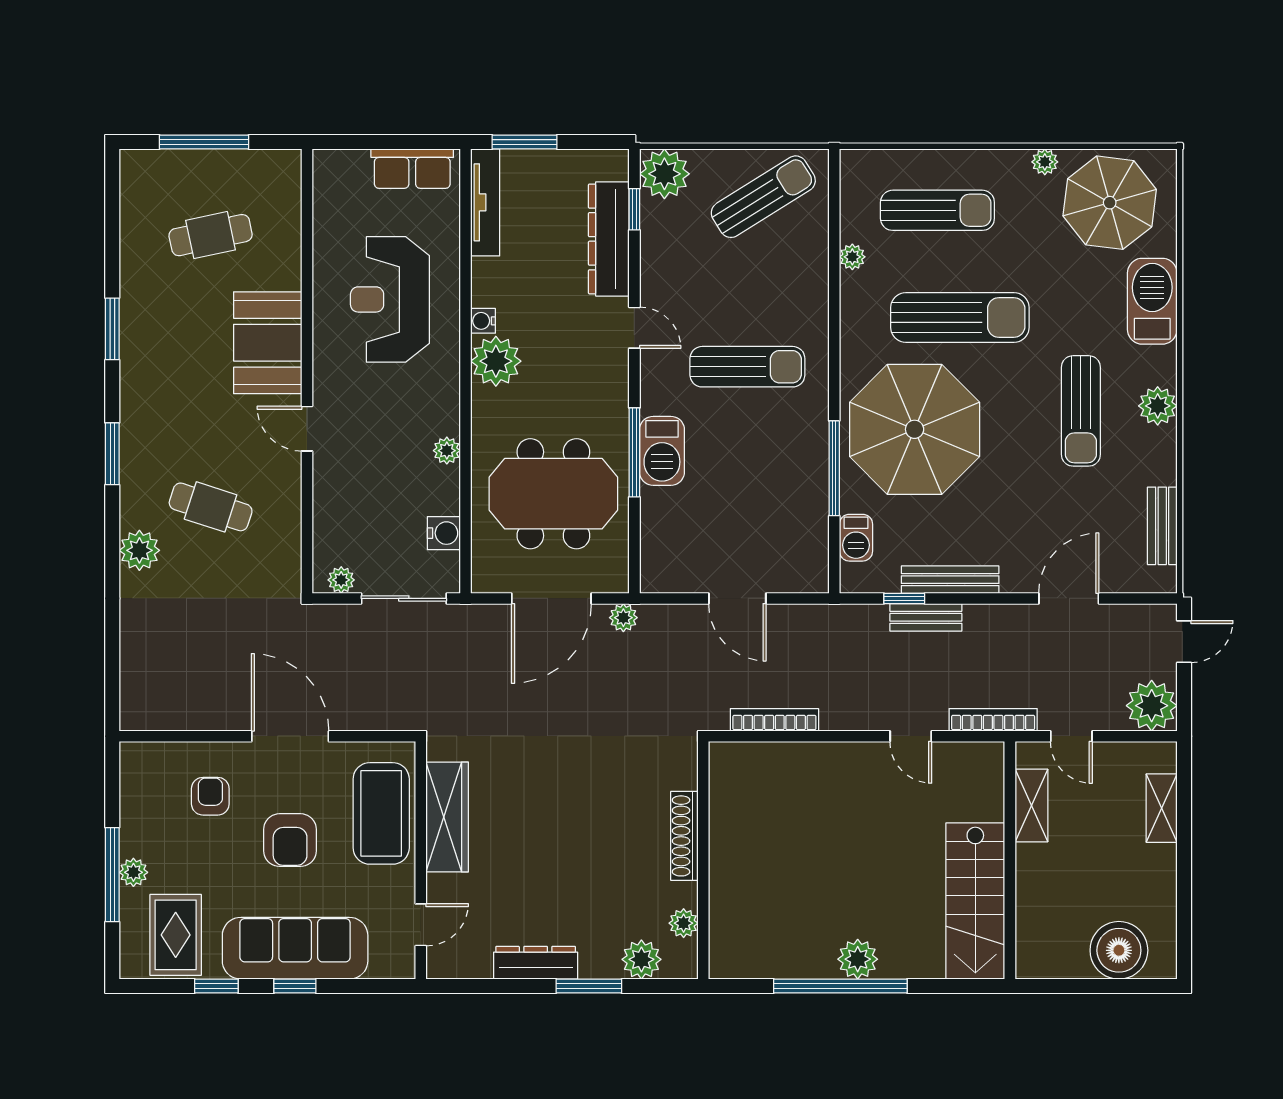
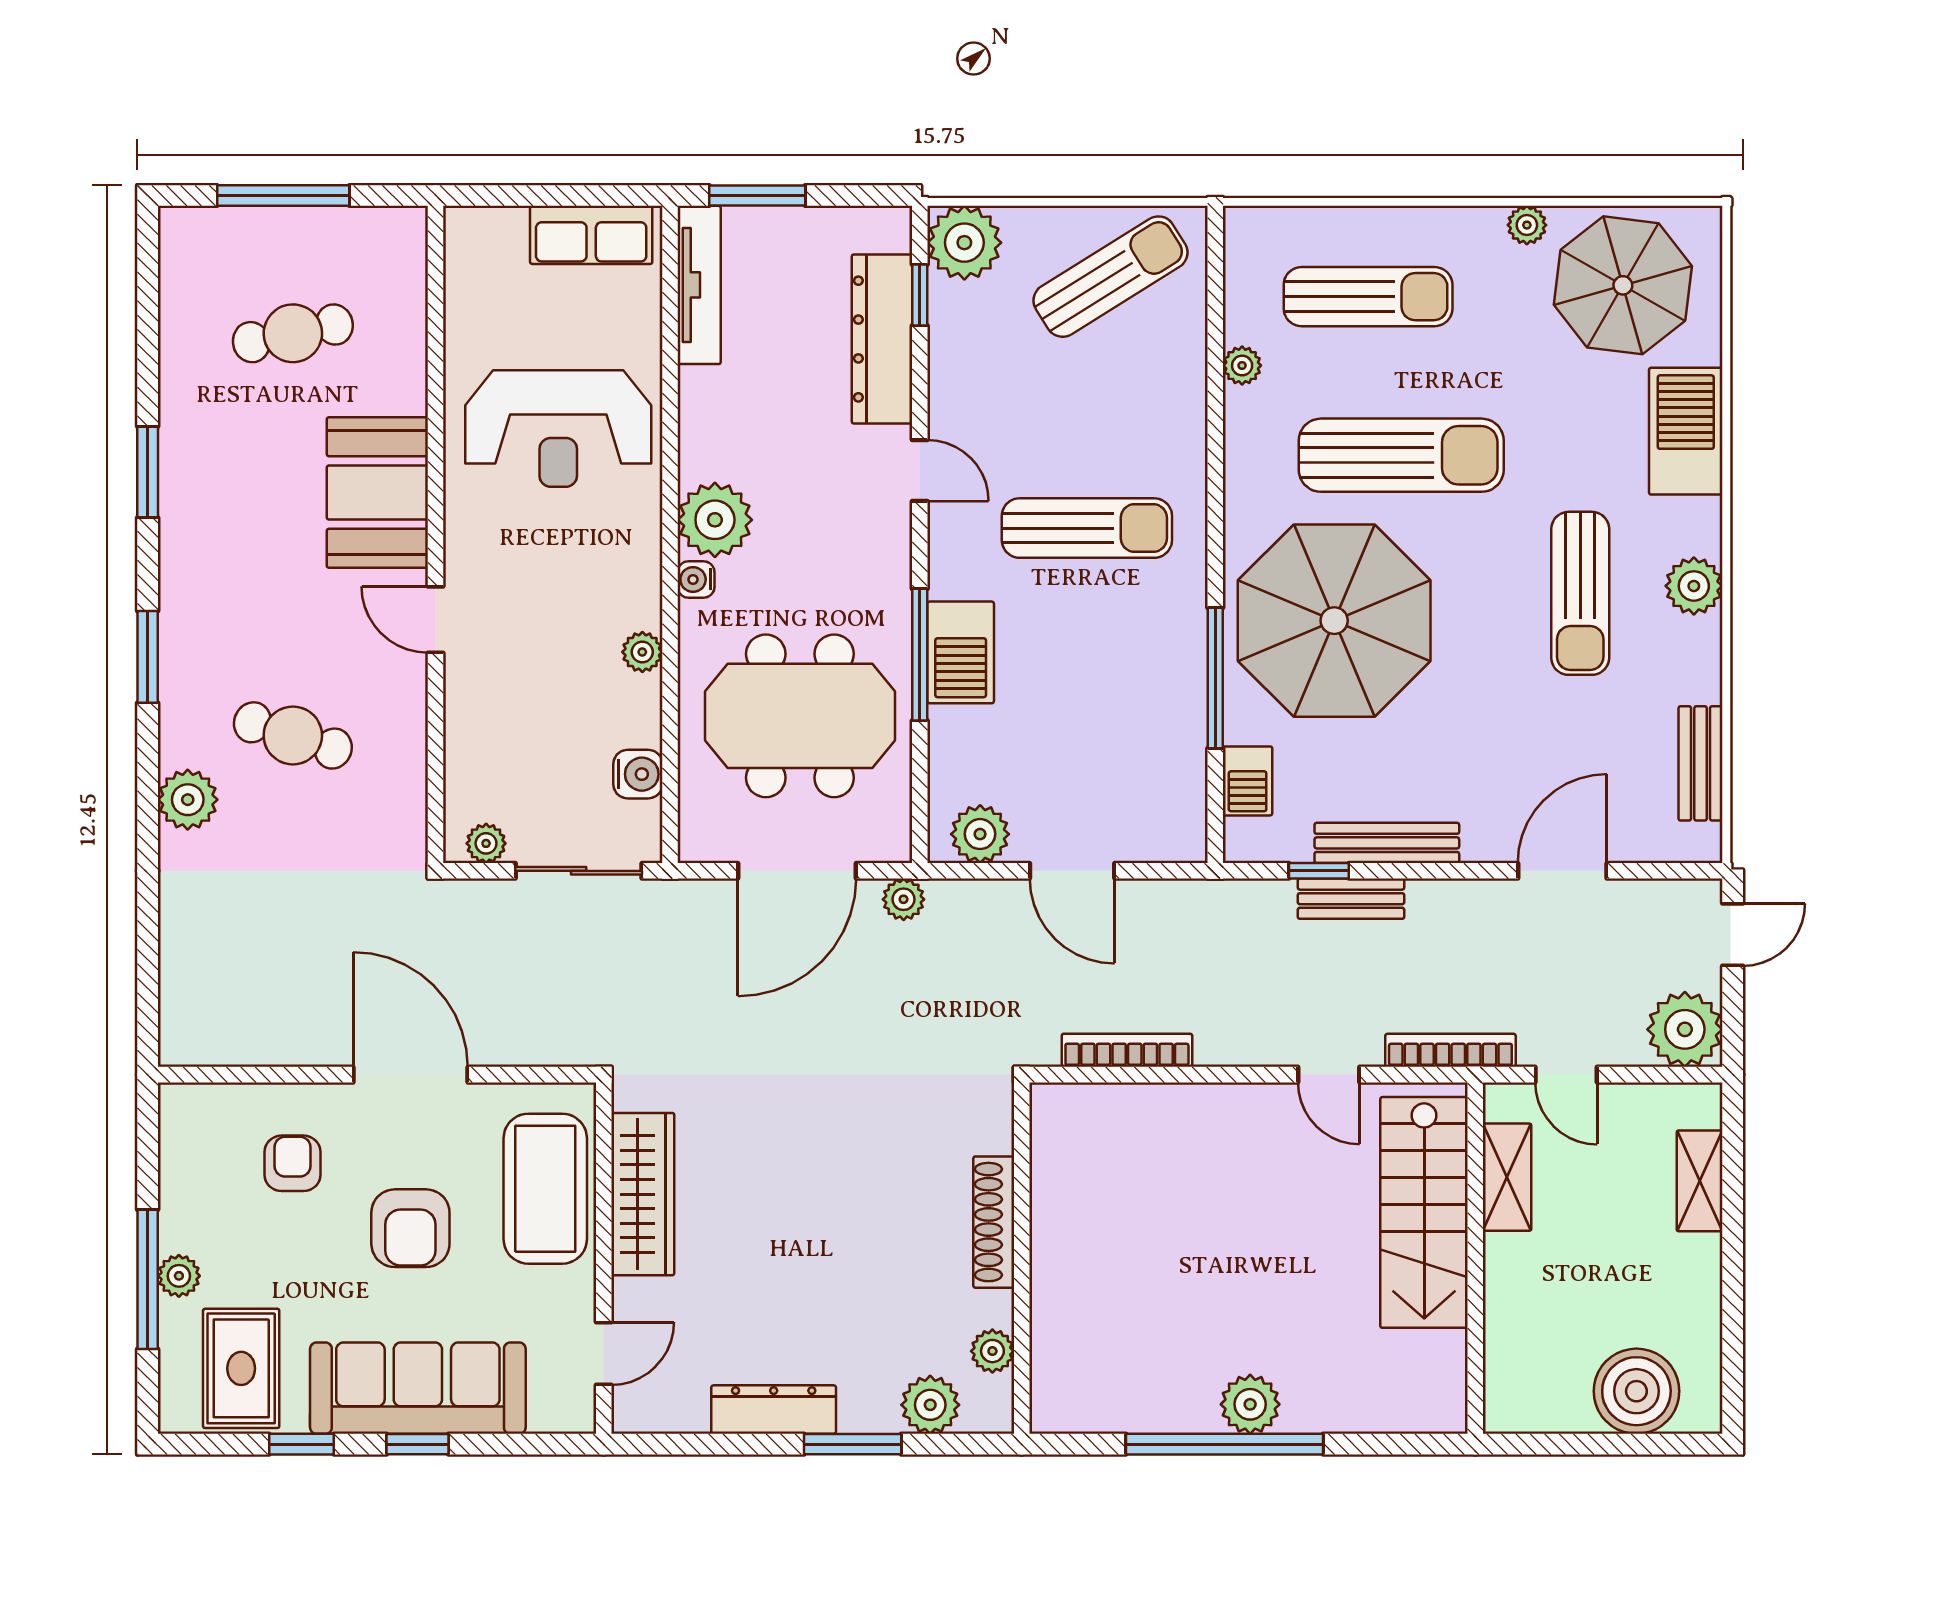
reception desk: (390, 299) -> (558, 429), turned -90
water cooler: (483, 321) -> (696, 579), moved
plant: (675, 574) -> (980, 834), added
stairs: (975, 901) -> (1424, 1212), moved

